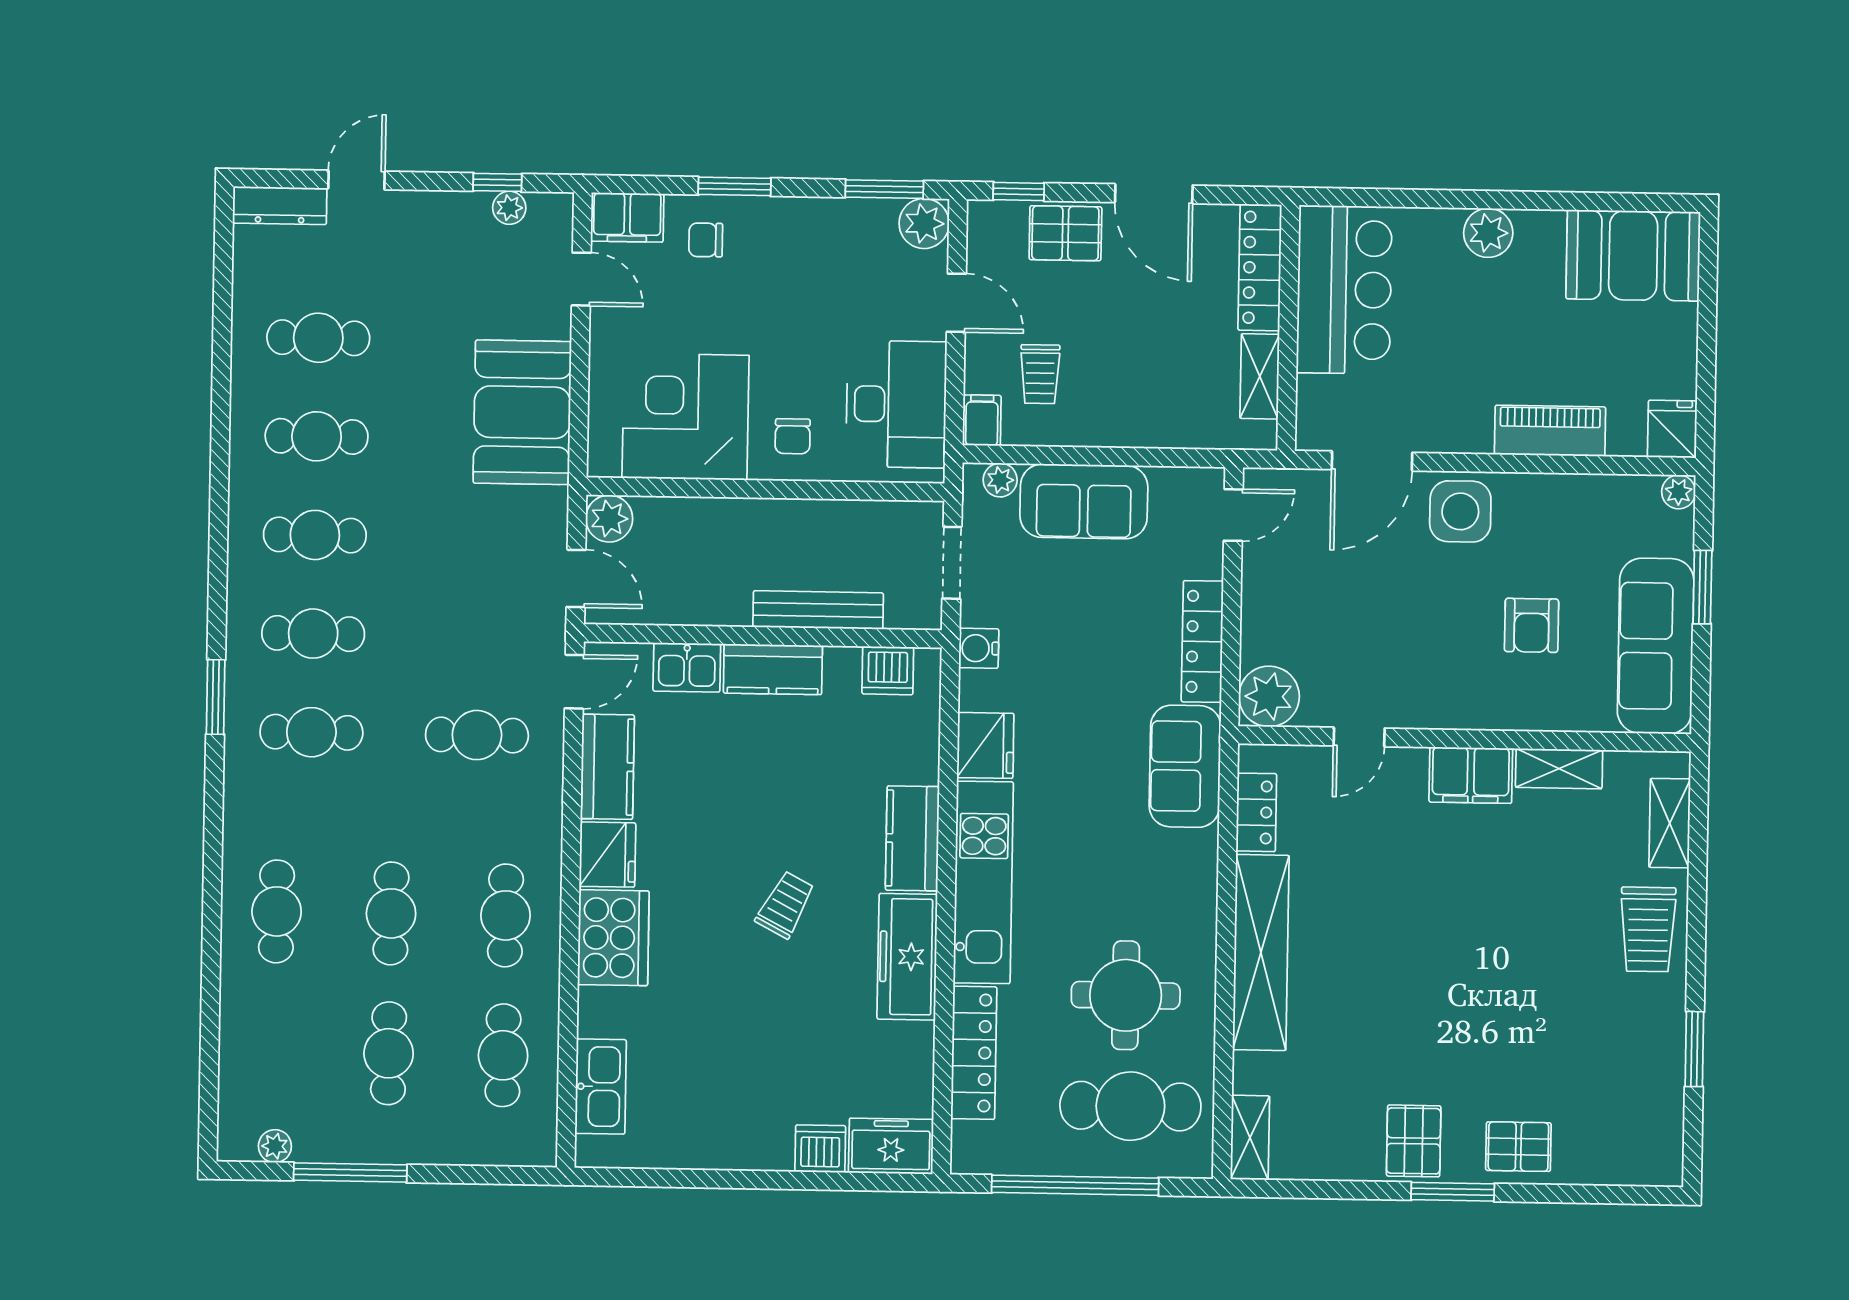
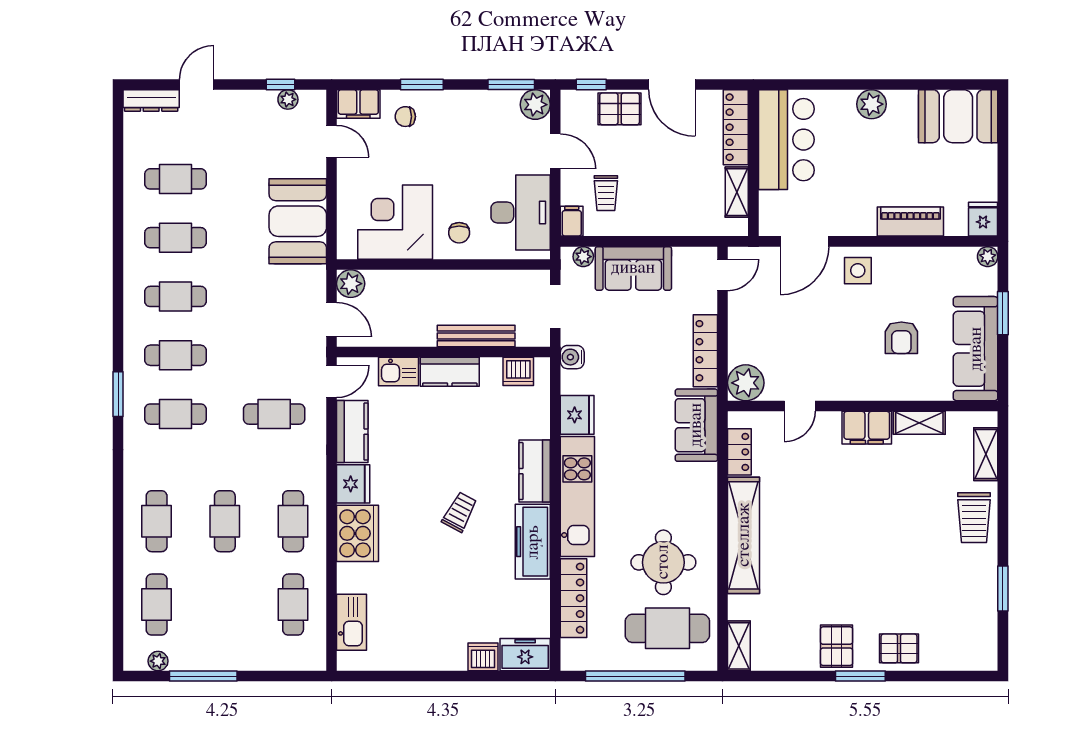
side table: (1460, 511) -> (858, 271), width x0.73, depth x0.73
cafe table: (389, 1053) -> (157, 605), moved

